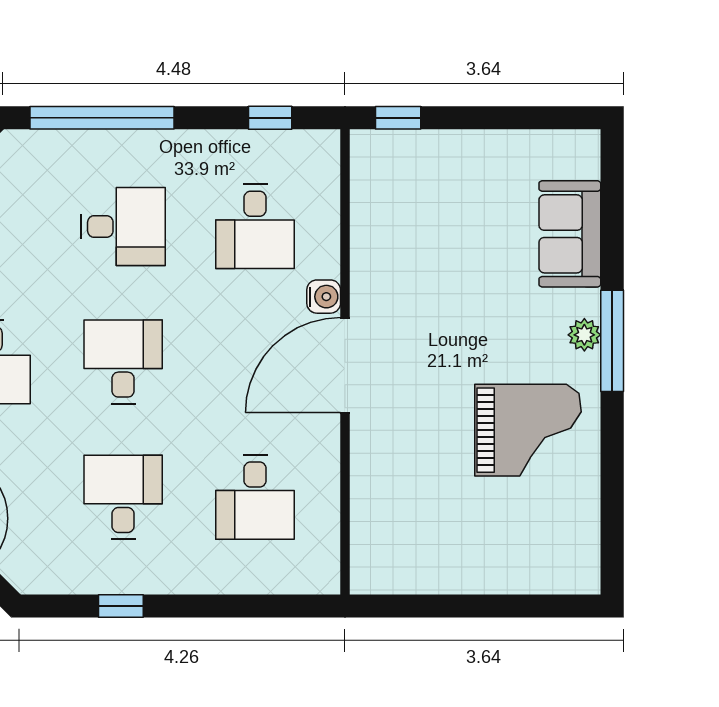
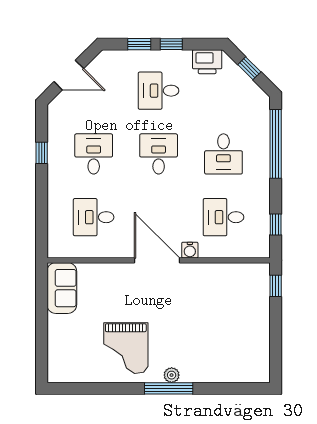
sofa: (570, 234) -> (62, 288), moved, turned 90
desk: (123, 362) -> (159, 154), turned -90
desk: (123, 497) -> (94, 154), turned -90

